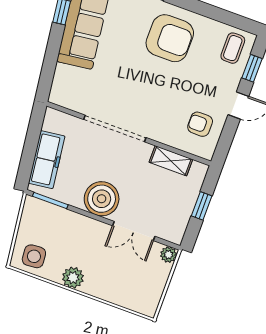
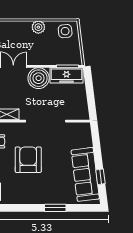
armchair: (170, 38) -> (28, 160), moved, turned 90
freezer: (47, 160) -> (66, 75), moved, turned -83

